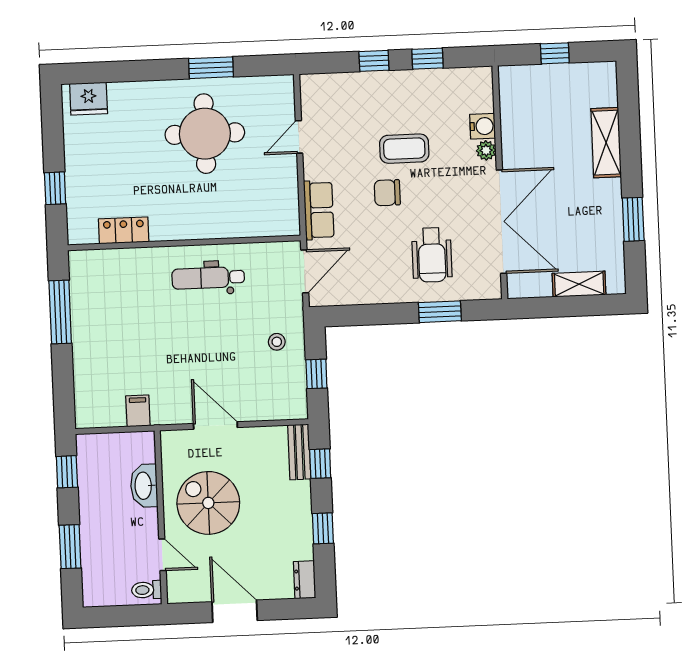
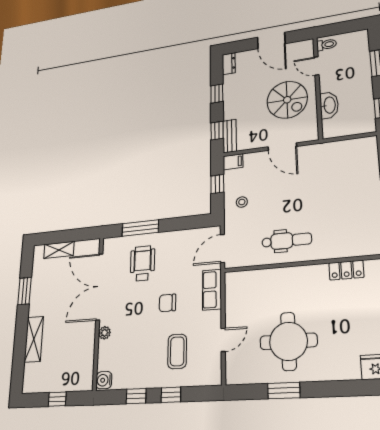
water cooler: (483, 126) -> (104, 380), moved
coffee table: (404, 149) -> (177, 351), moved, turned 90
chair: (387, 193) -> (167, 303), turned 180
window: (440, 312) -> (140, 228), width x1.44
filing cabinet: (138, 411) -> (233, 162), moved, turned -90

